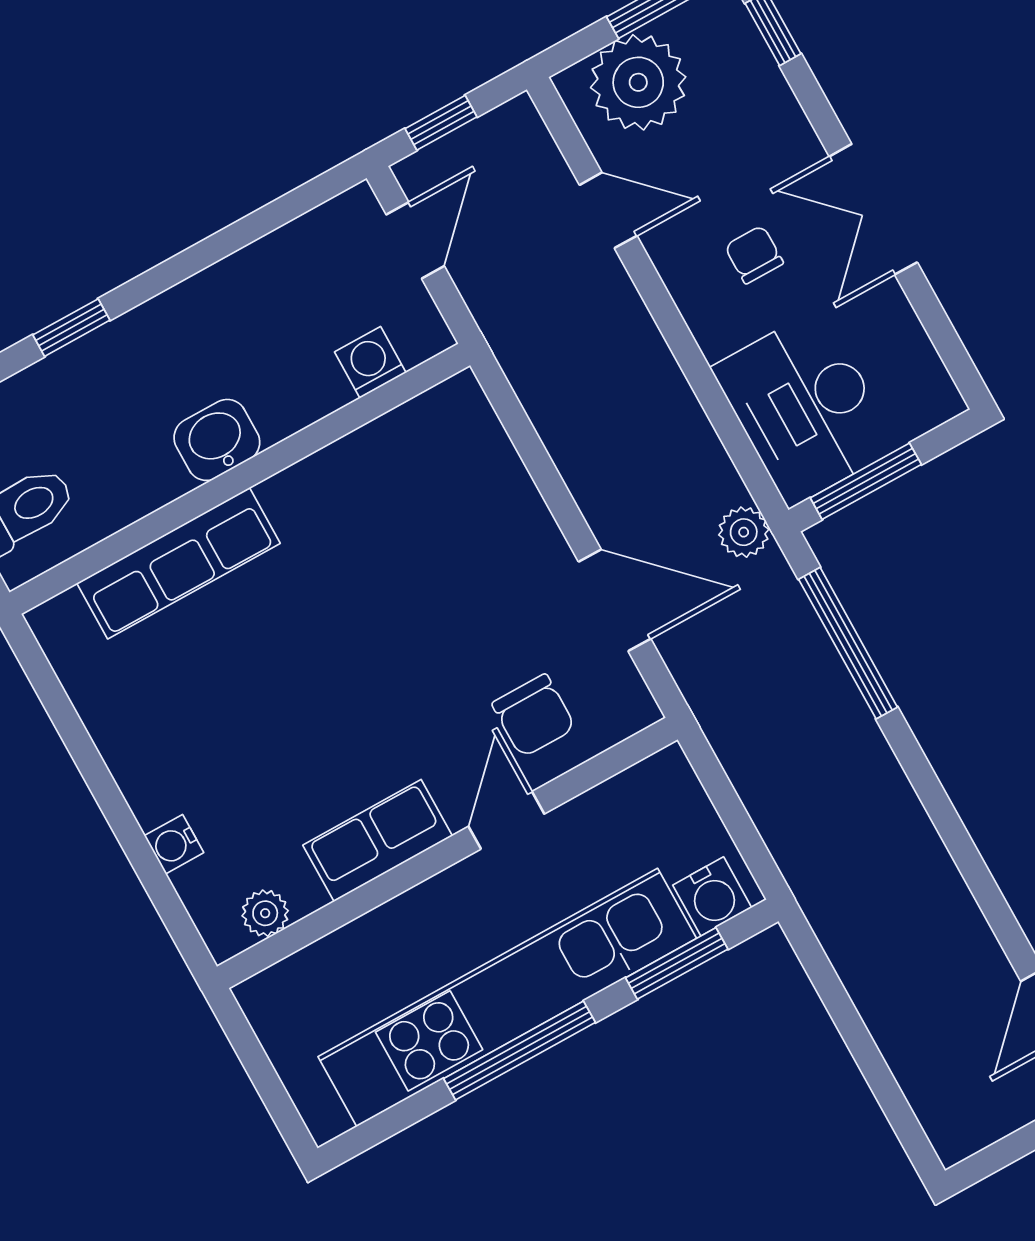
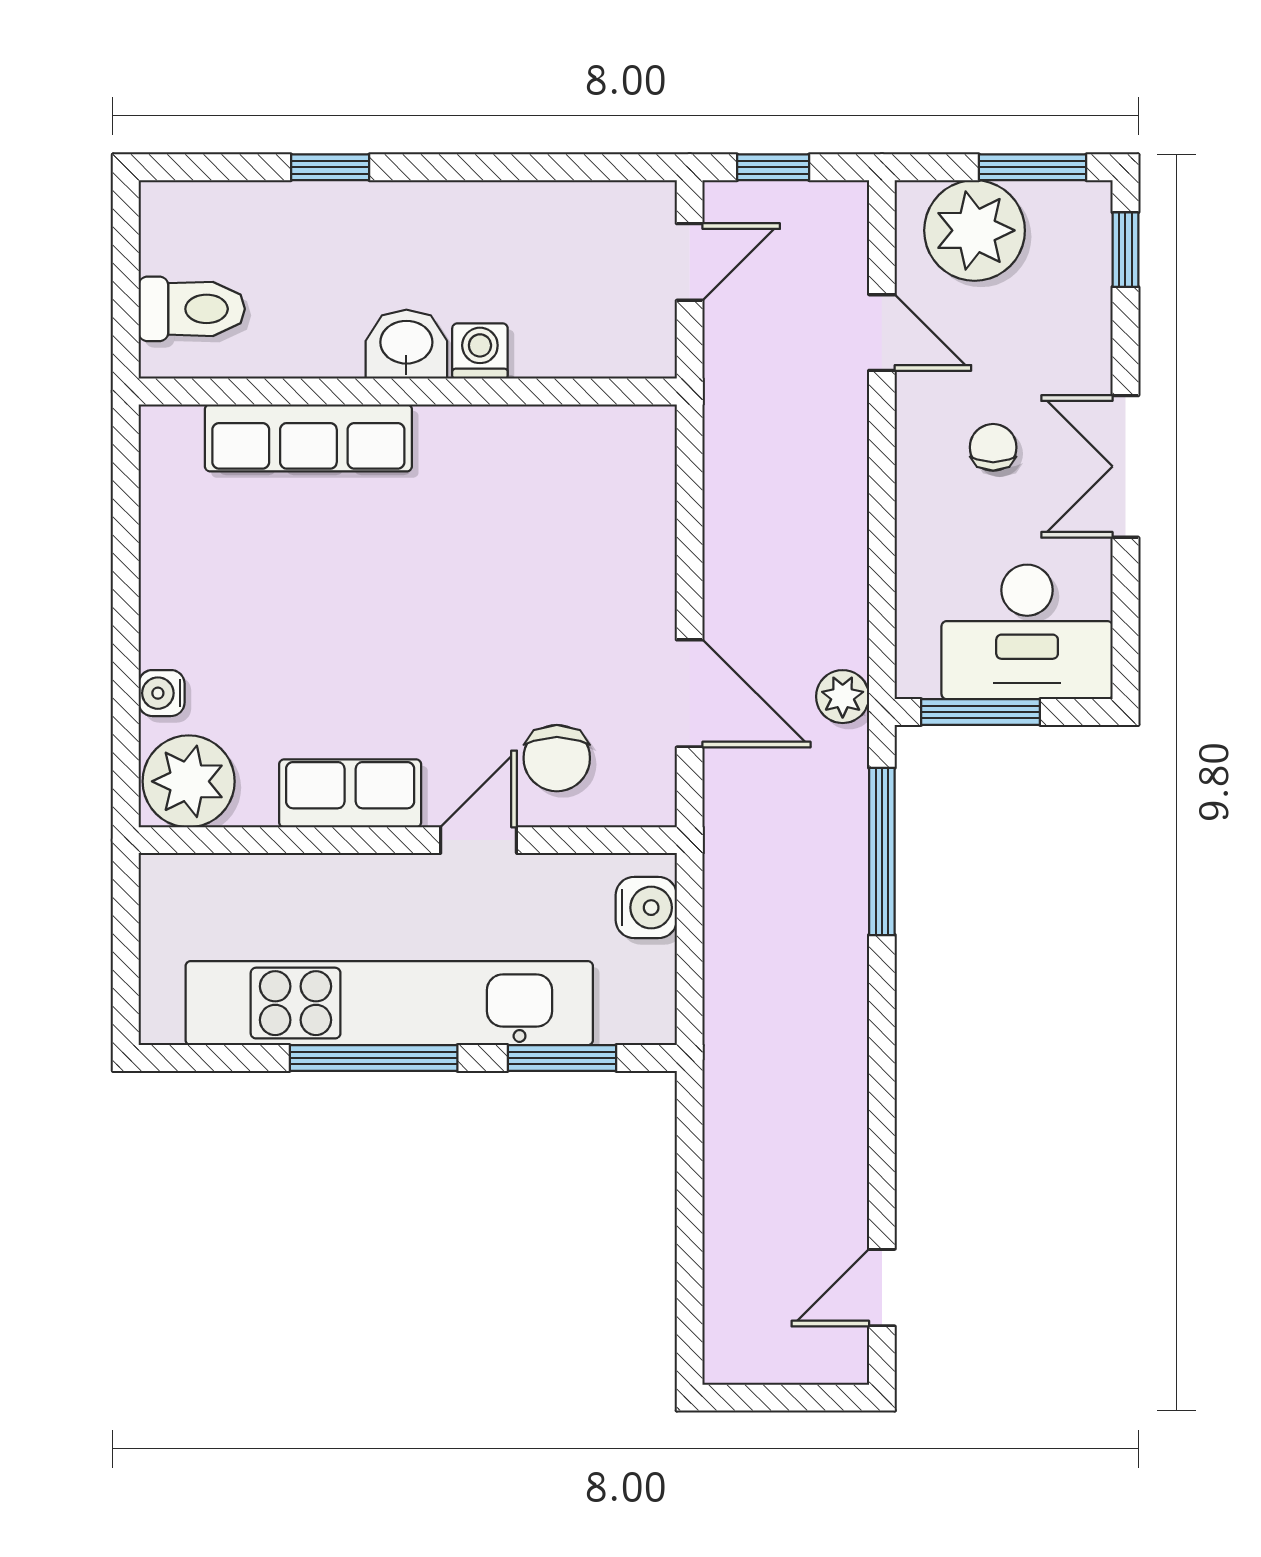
washing machine: (370, 362) -> (480, 351), moved
desk: (805, 408) -> (1027, 632), moved, turned -90
water cooler: (712, 896) -> (646, 908), moved, turned -90
plant: (265, 913) -> (189, 781), width x1.87, depth x1.87

